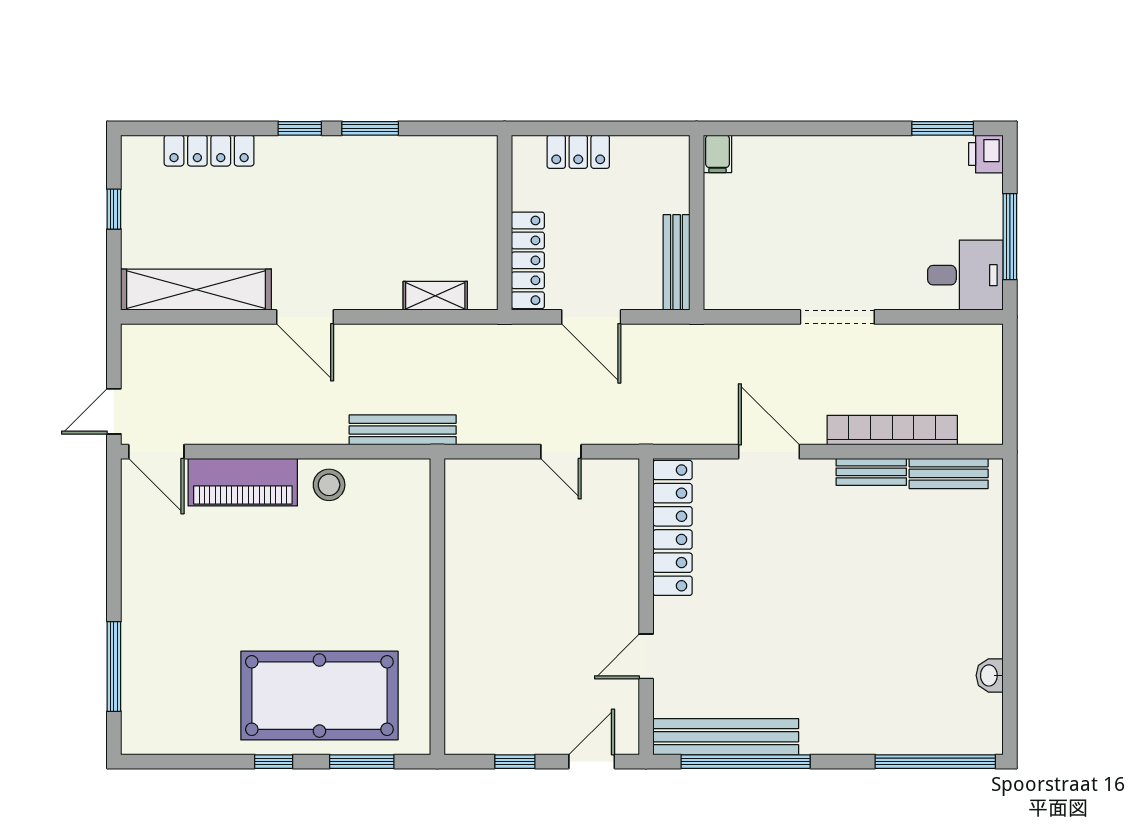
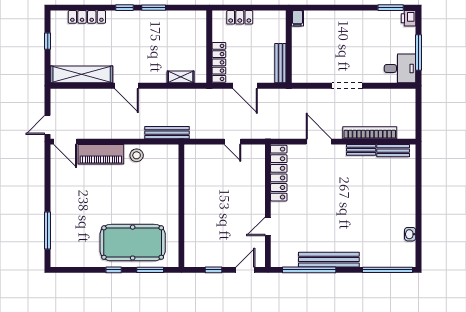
bench: (726, 737) -> (329, 260), moved

